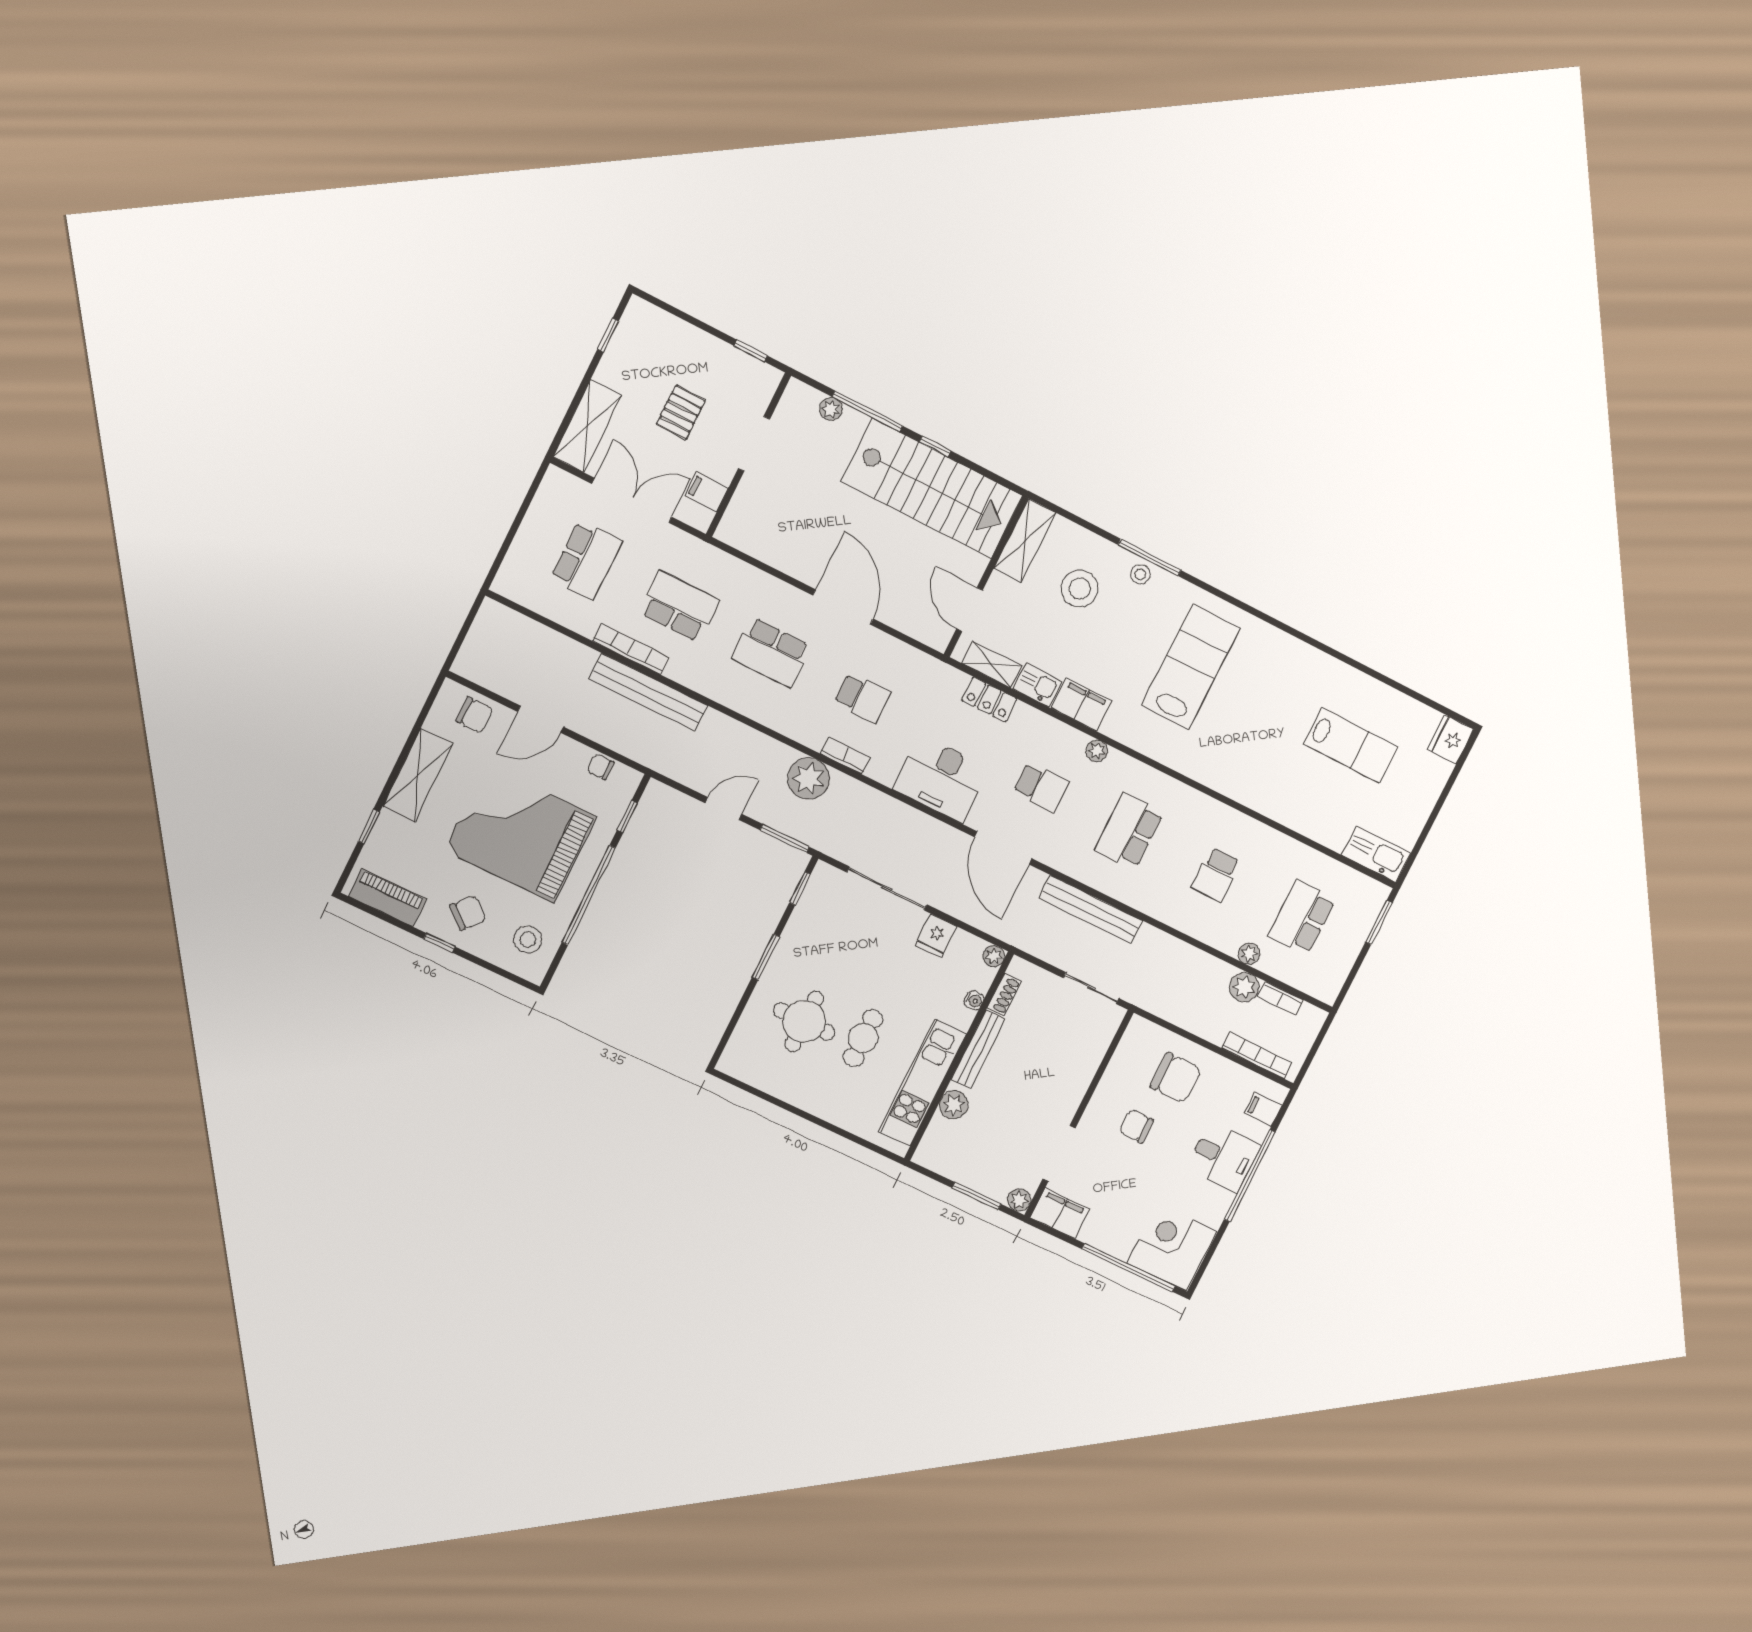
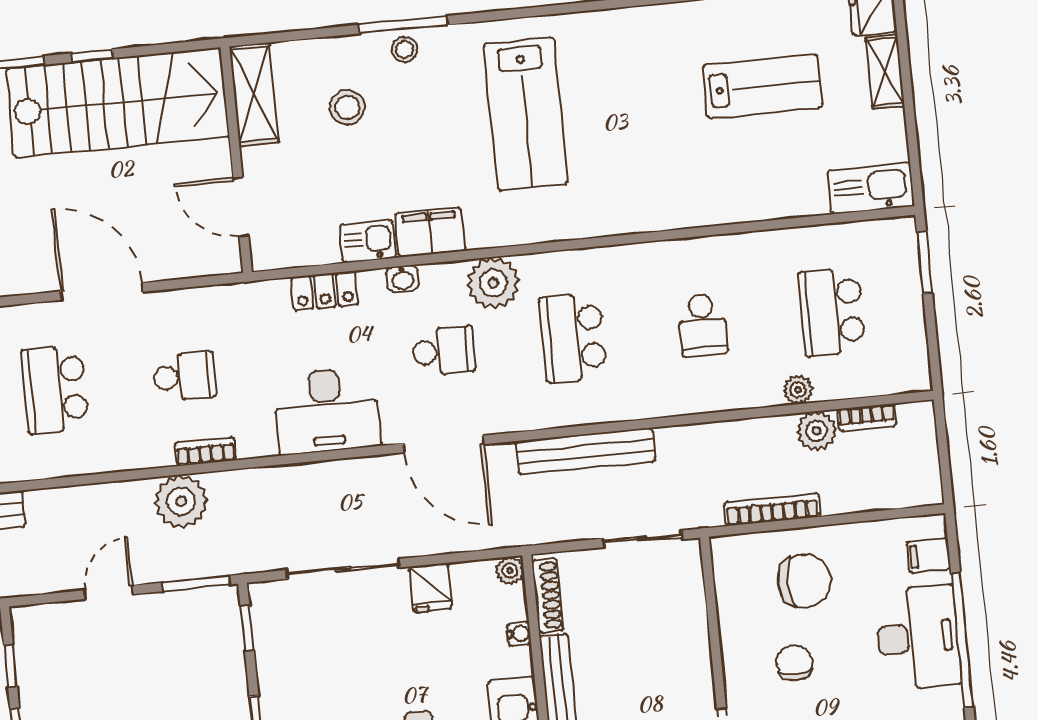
stool: (1080, 589) -> (347, 107), width x0.73, depth x0.73
school desk: (771, 652) -> (55, 389), turned 90
shelving: (992, 664) -> (885, 72), moved, turned 90
lab bench: (1191, 667) -> (526, 114), turned 180
washbasin: (1044, 723) -> (402, 279), added
plant: (1097, 751) -> (493, 283), width x1.88, depth x1.88
shoe rack: (1004, 995) -> (548, 596), width x1.43
bookcase: (1257, 1055) -> (772, 509), moved
chair: (1136, 1126) -> (794, 663), turned 90
desk: (1223, 1157) -> (918, 638), width x1.37

